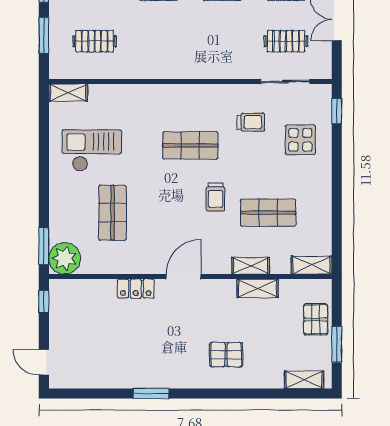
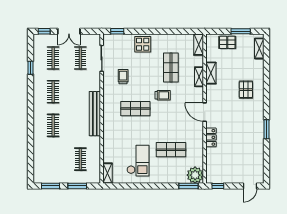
bench: (181, 69) -> (95, 114), added
display table: (300, 140) -> (143, 44), moved
shop shelf: (190, 145) -> (135, 109), turned 90
checkout: (92, 150) -> (138, 161), turned 180

